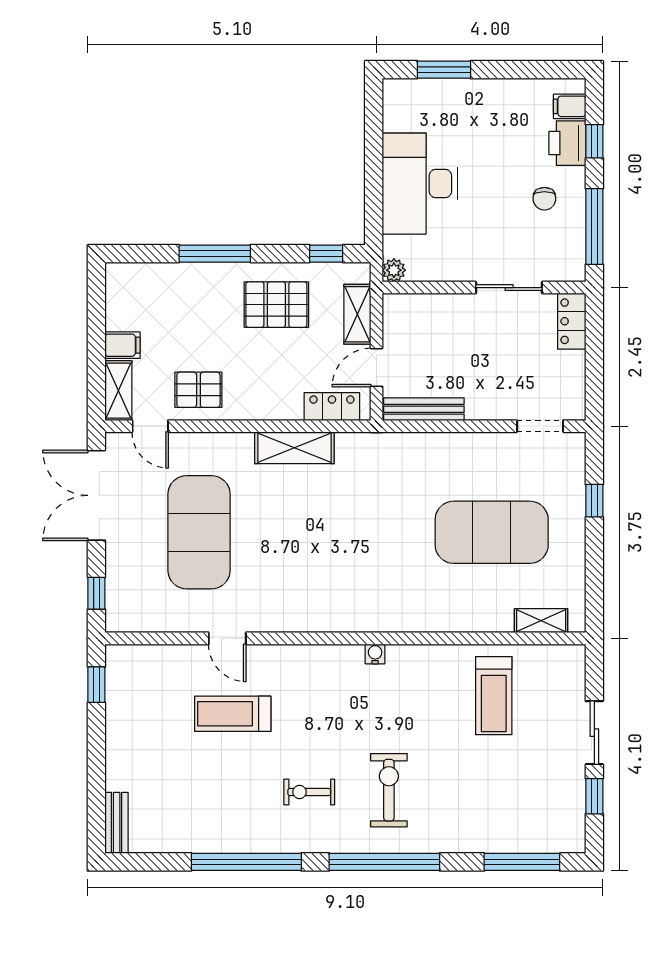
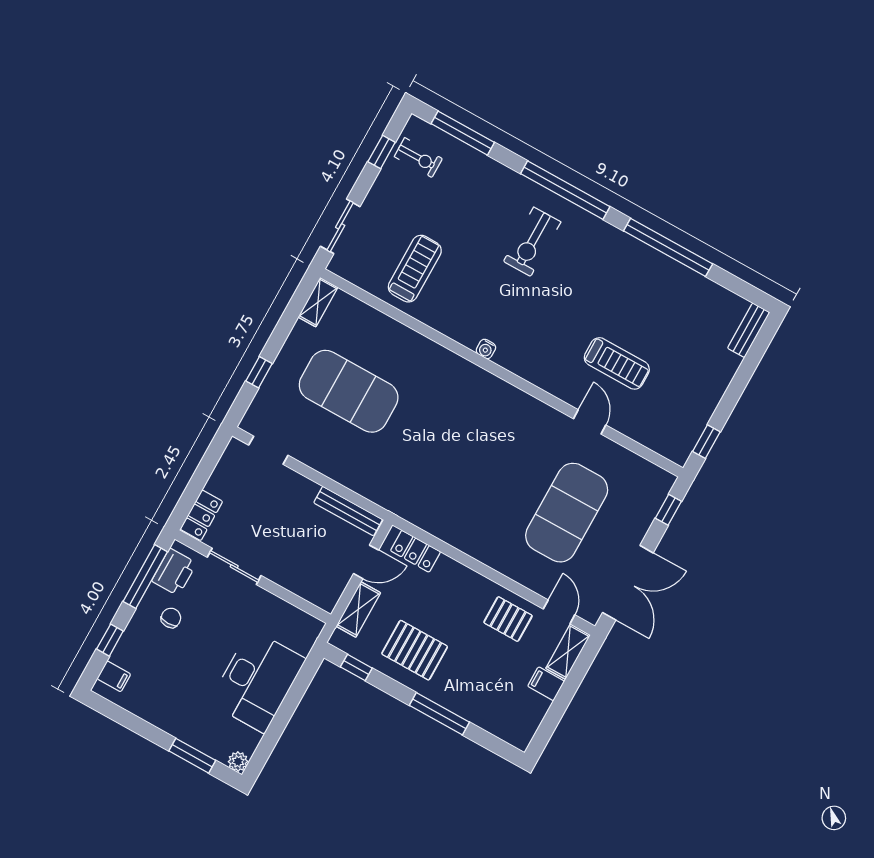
printer: (567, 143) -> (174, 572), moved
plant: (394, 270) -> (238, 761), moved
shelving: (294, 448) -> (461, 536), removed
shelving: (541, 621) -> (318, 302), moved, turned 90
sliding door: (594, 733) -> (340, 226), moved
exercise bike: (309, 792) -> (418, 158), moved

